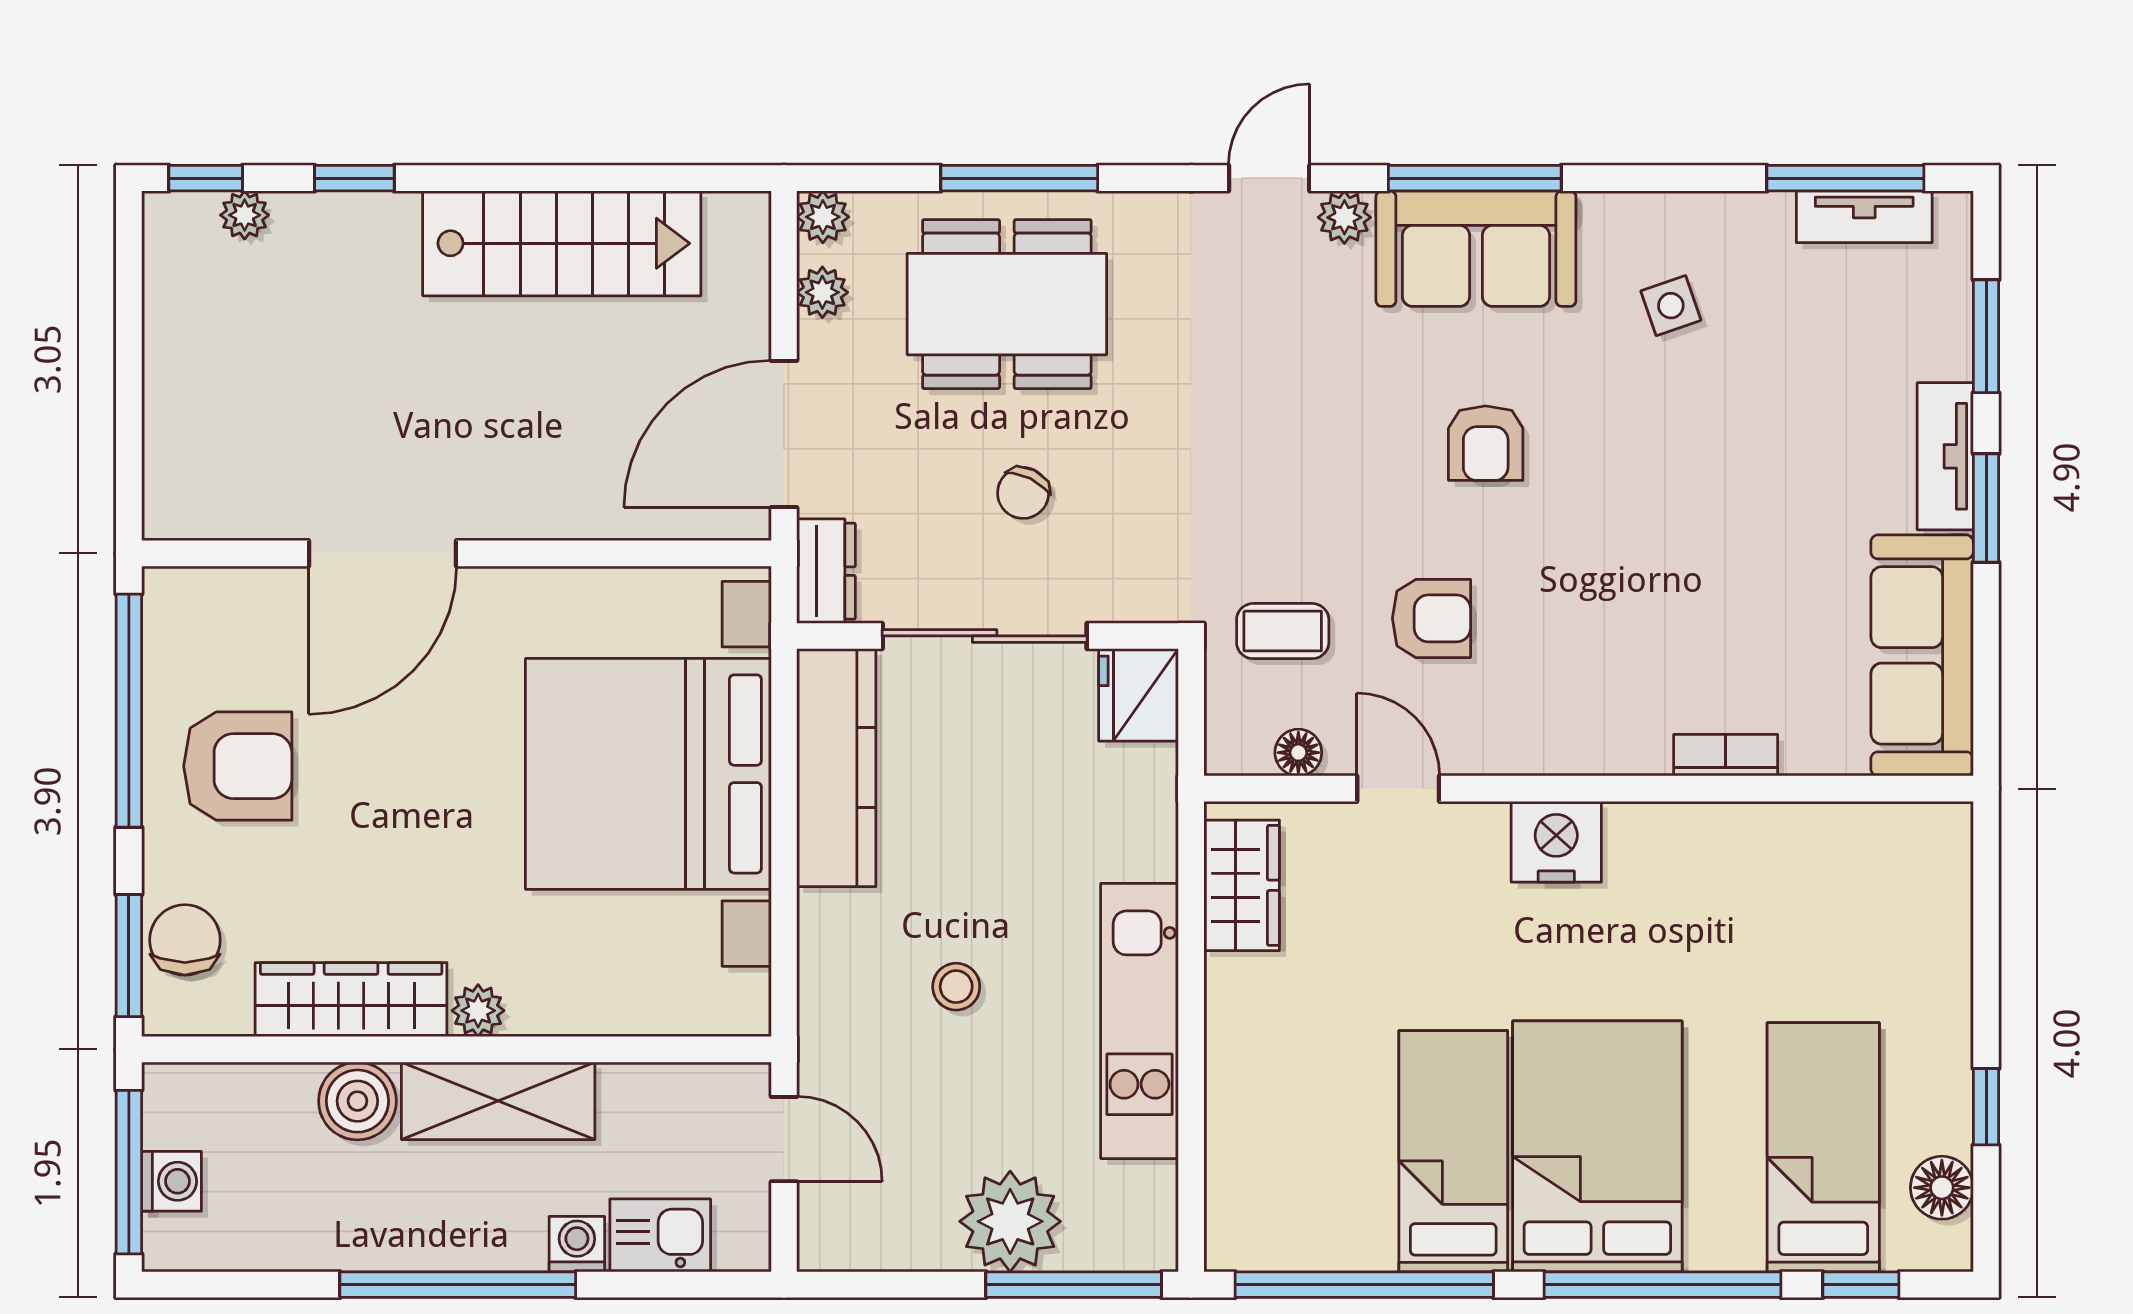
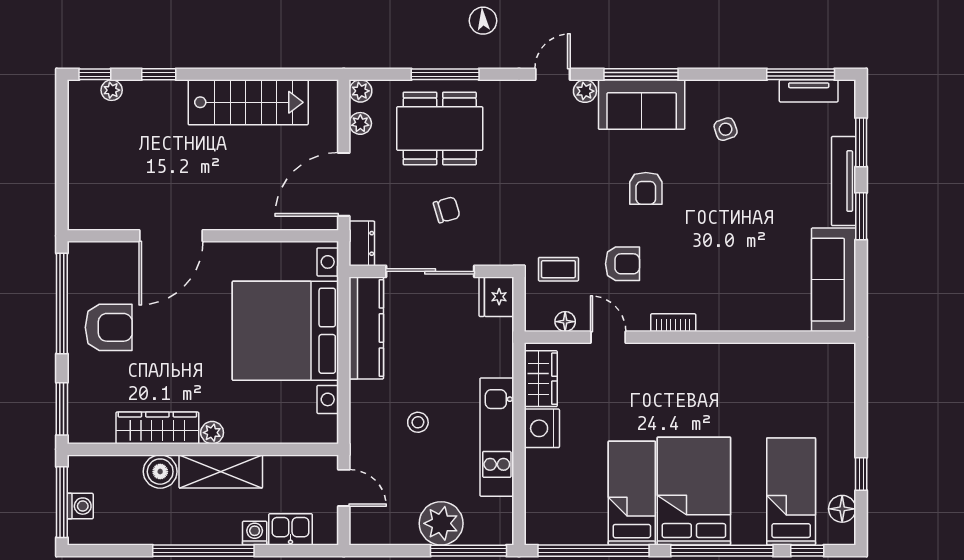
tv unit: (1945, 456) -> (844, 181), width x1.41
chair: (1023, 493) -> (447, 210), turned -132
bookcase: (1726, 755) -> (673, 323), moved
nightstand: (1556, 842) -> (542, 428), moved, turned -90
chair: (185, 940) -> (86, 402), removed

